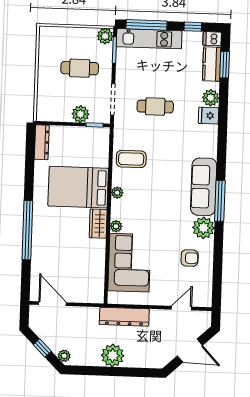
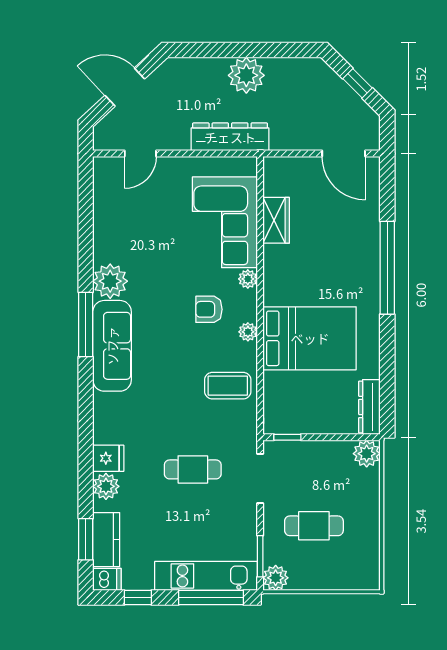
plant: (80, 114) -> (367, 454), moved
wardrobe: (98, 224) -> (276, 220), moved
armchair: (190, 258) -> (209, 309), moved
plant: (64, 356) -> (322, 72), removed

